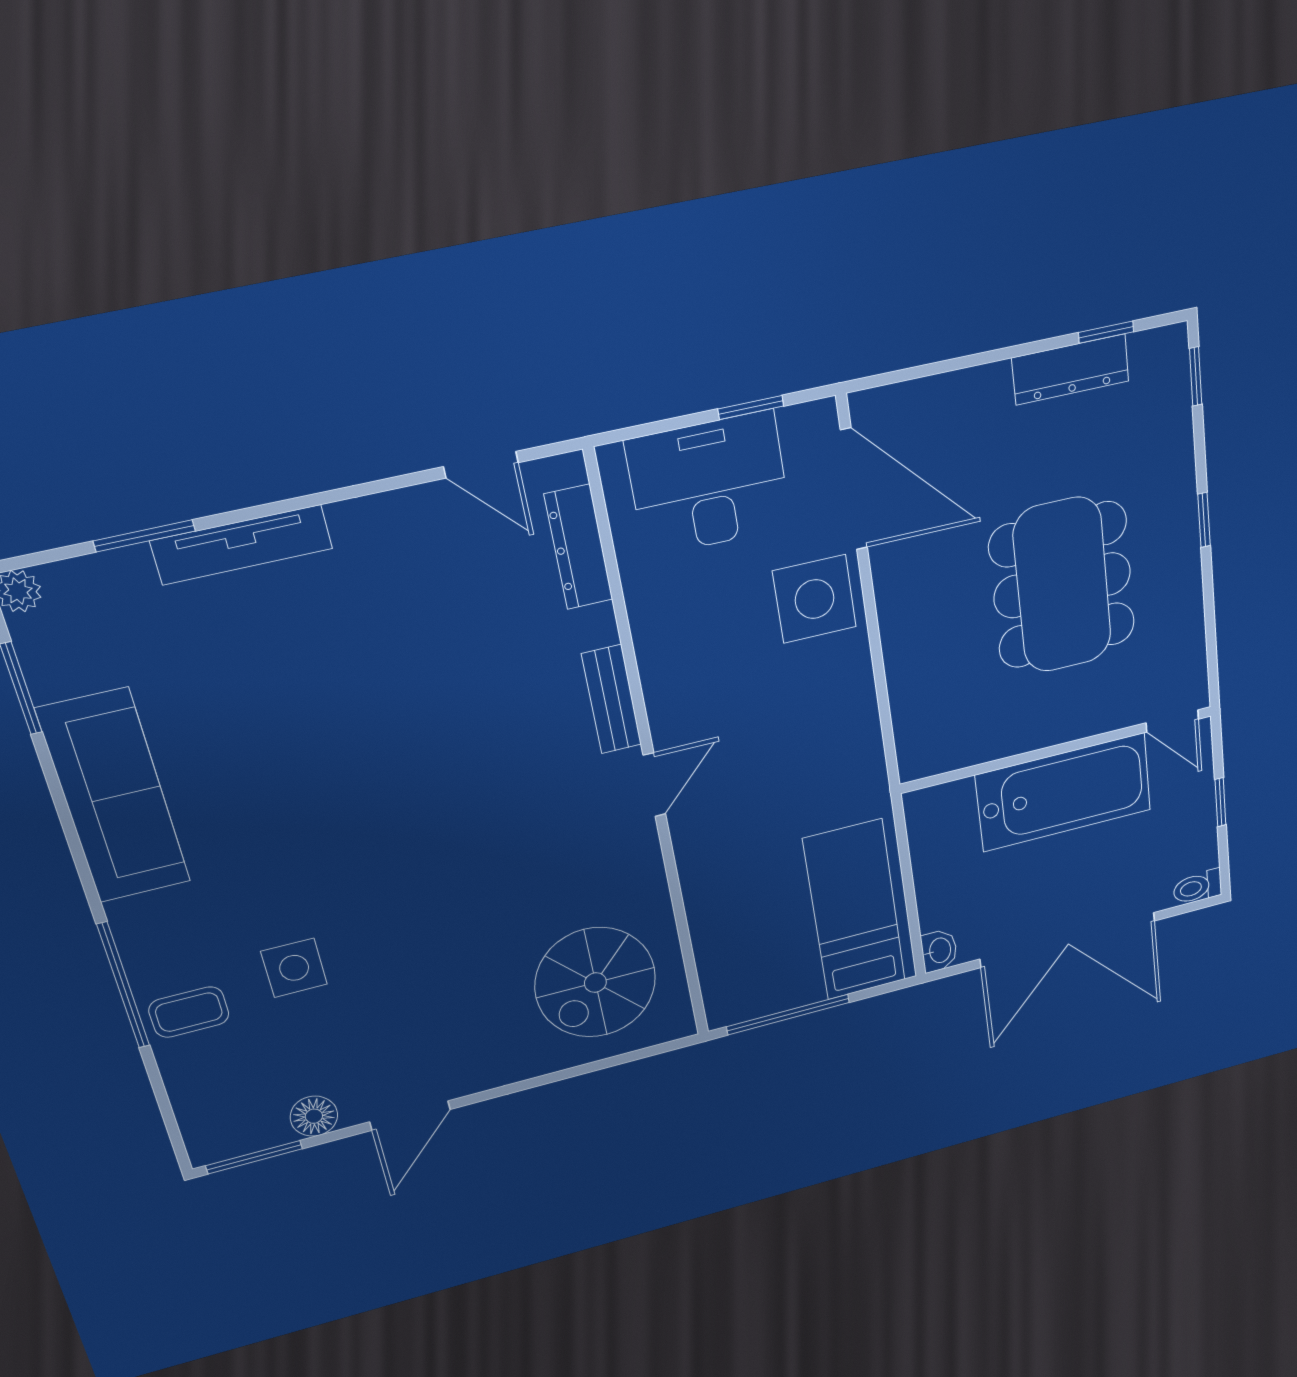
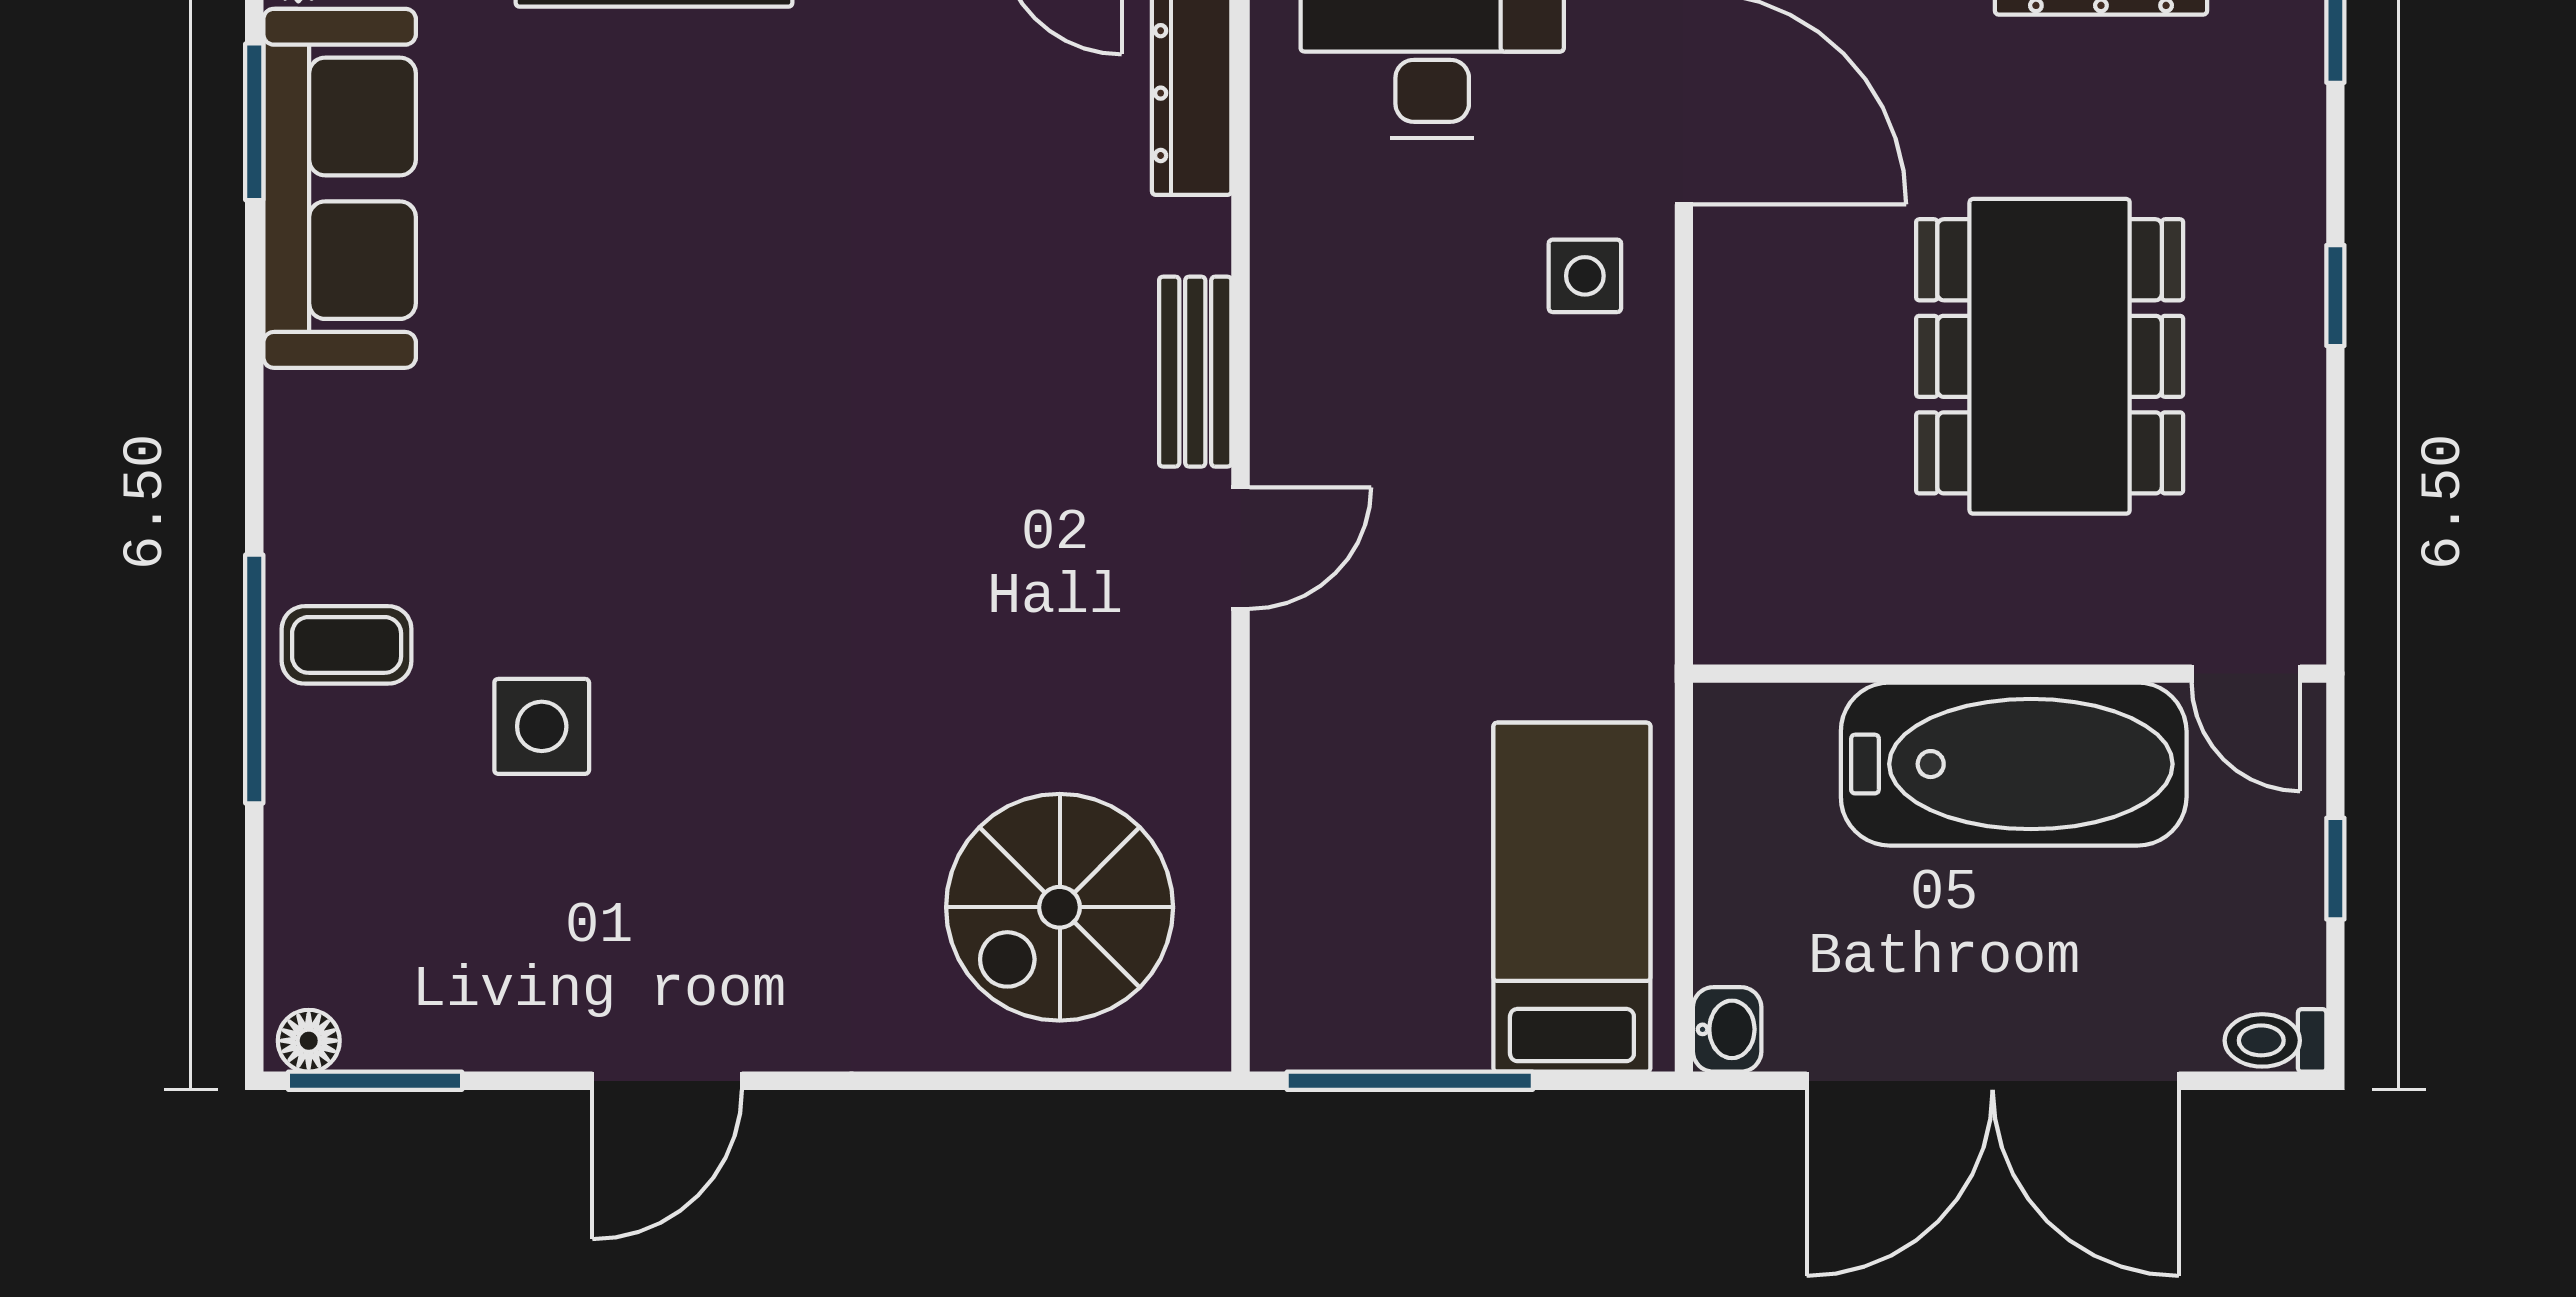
side table: (815, 599) -> (1585, 276), width x0.54, depth x0.54
sofa: (114, 797) -> (340, 188), moved
coffee table: (189, 1012) -> (347, 645), moved
floor lamp: (314, 1116) -> (309, 1041), moved, width x0.73, depth x0.73

